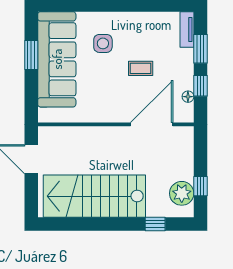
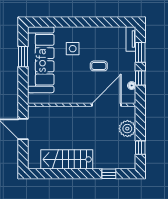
plant: (182, 193) -> (127, 129), moved
stairs: (94, 196) -> (67, 159), width x0.73, depth x0.66

